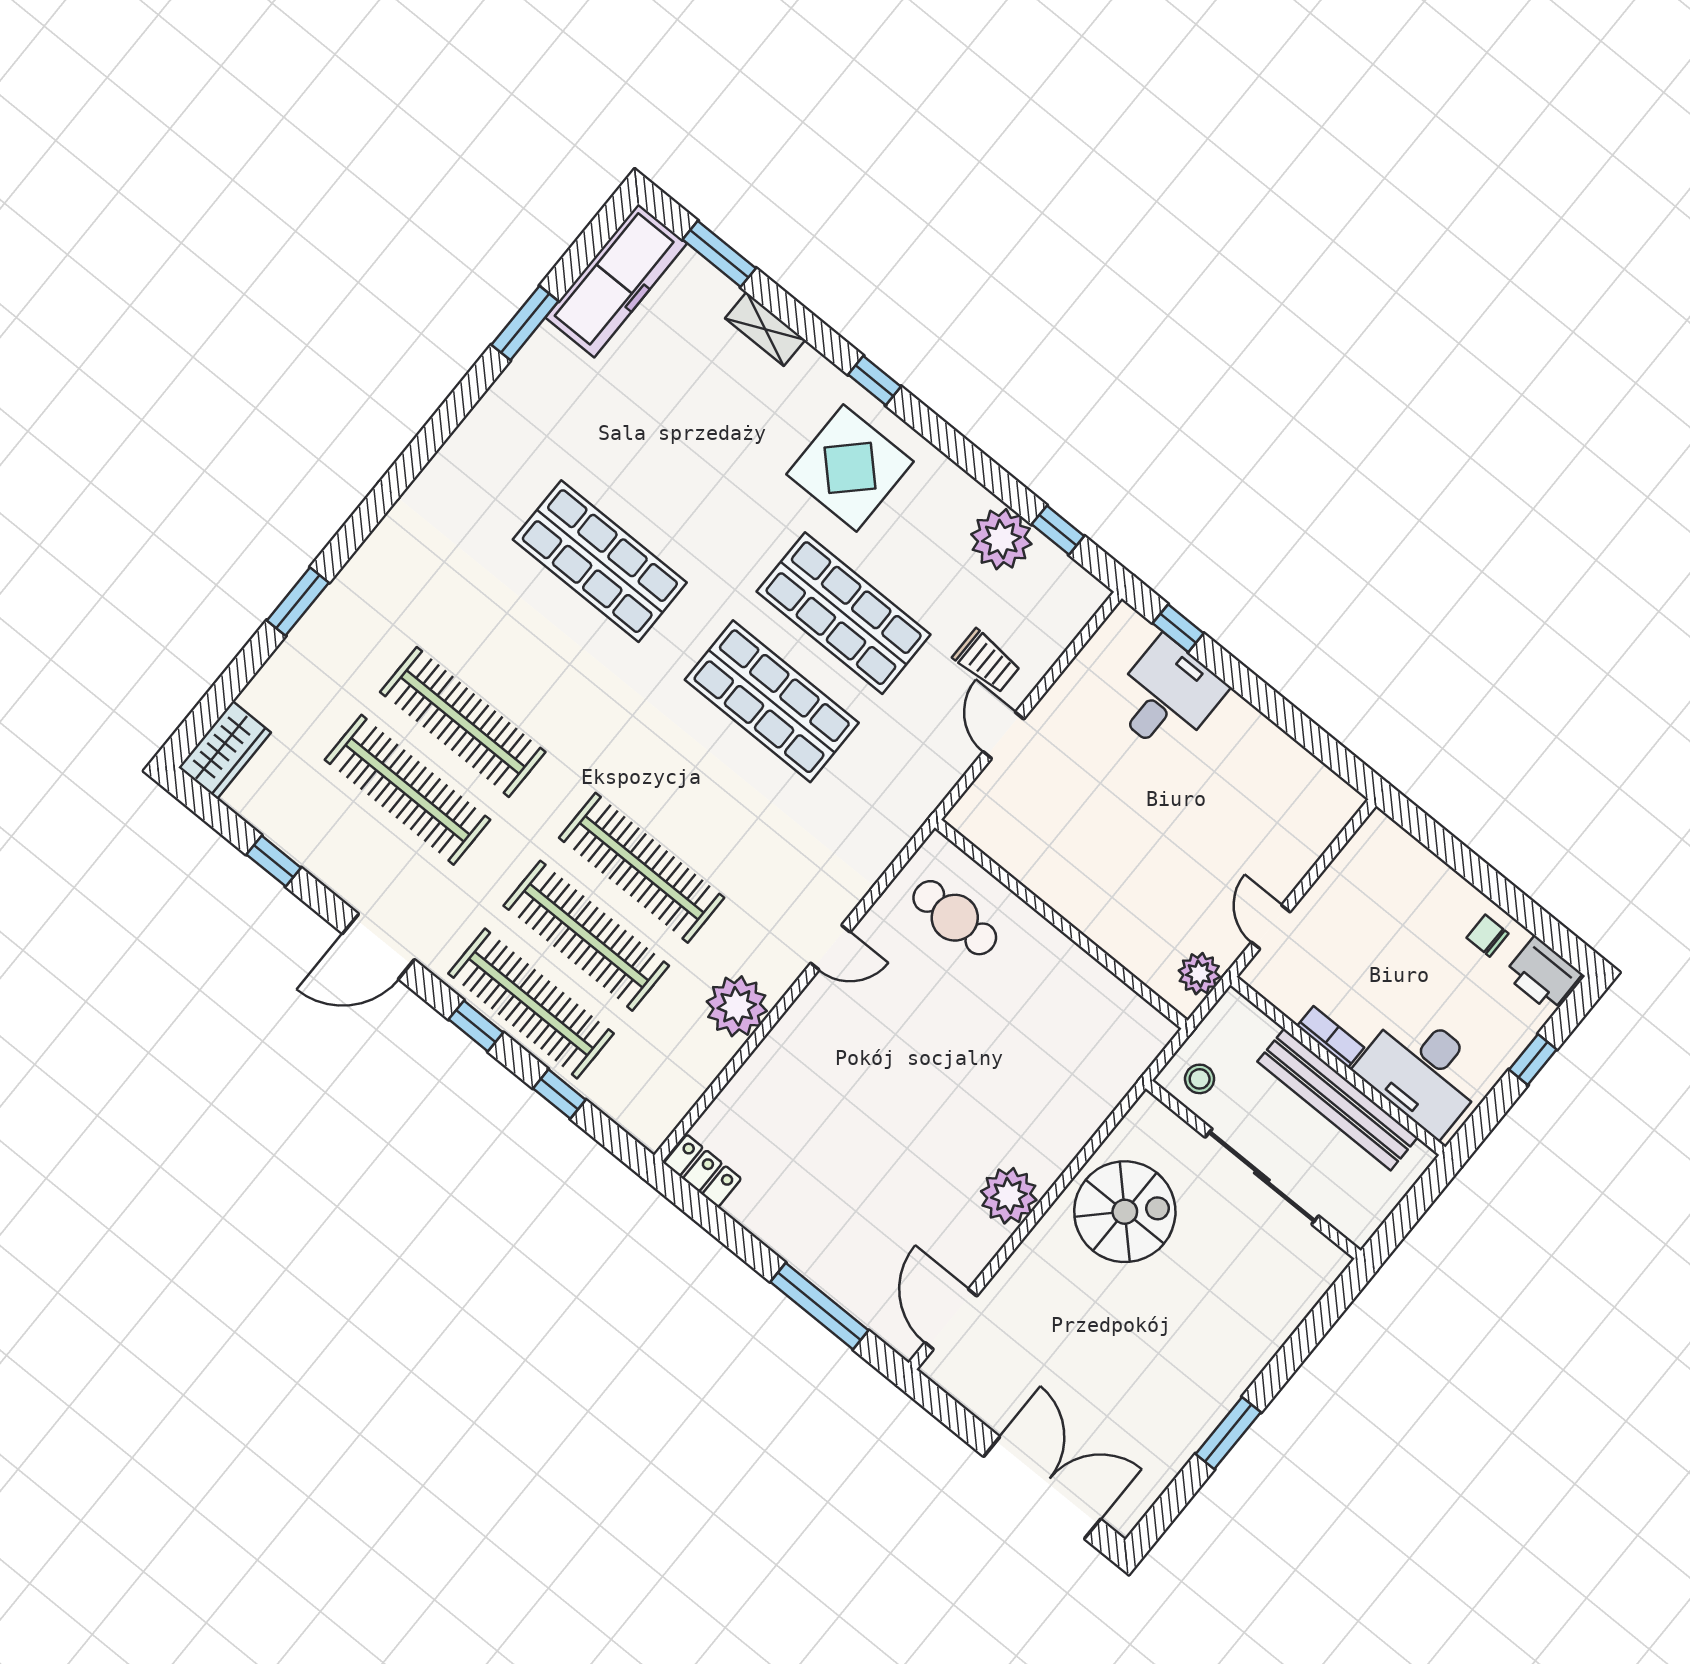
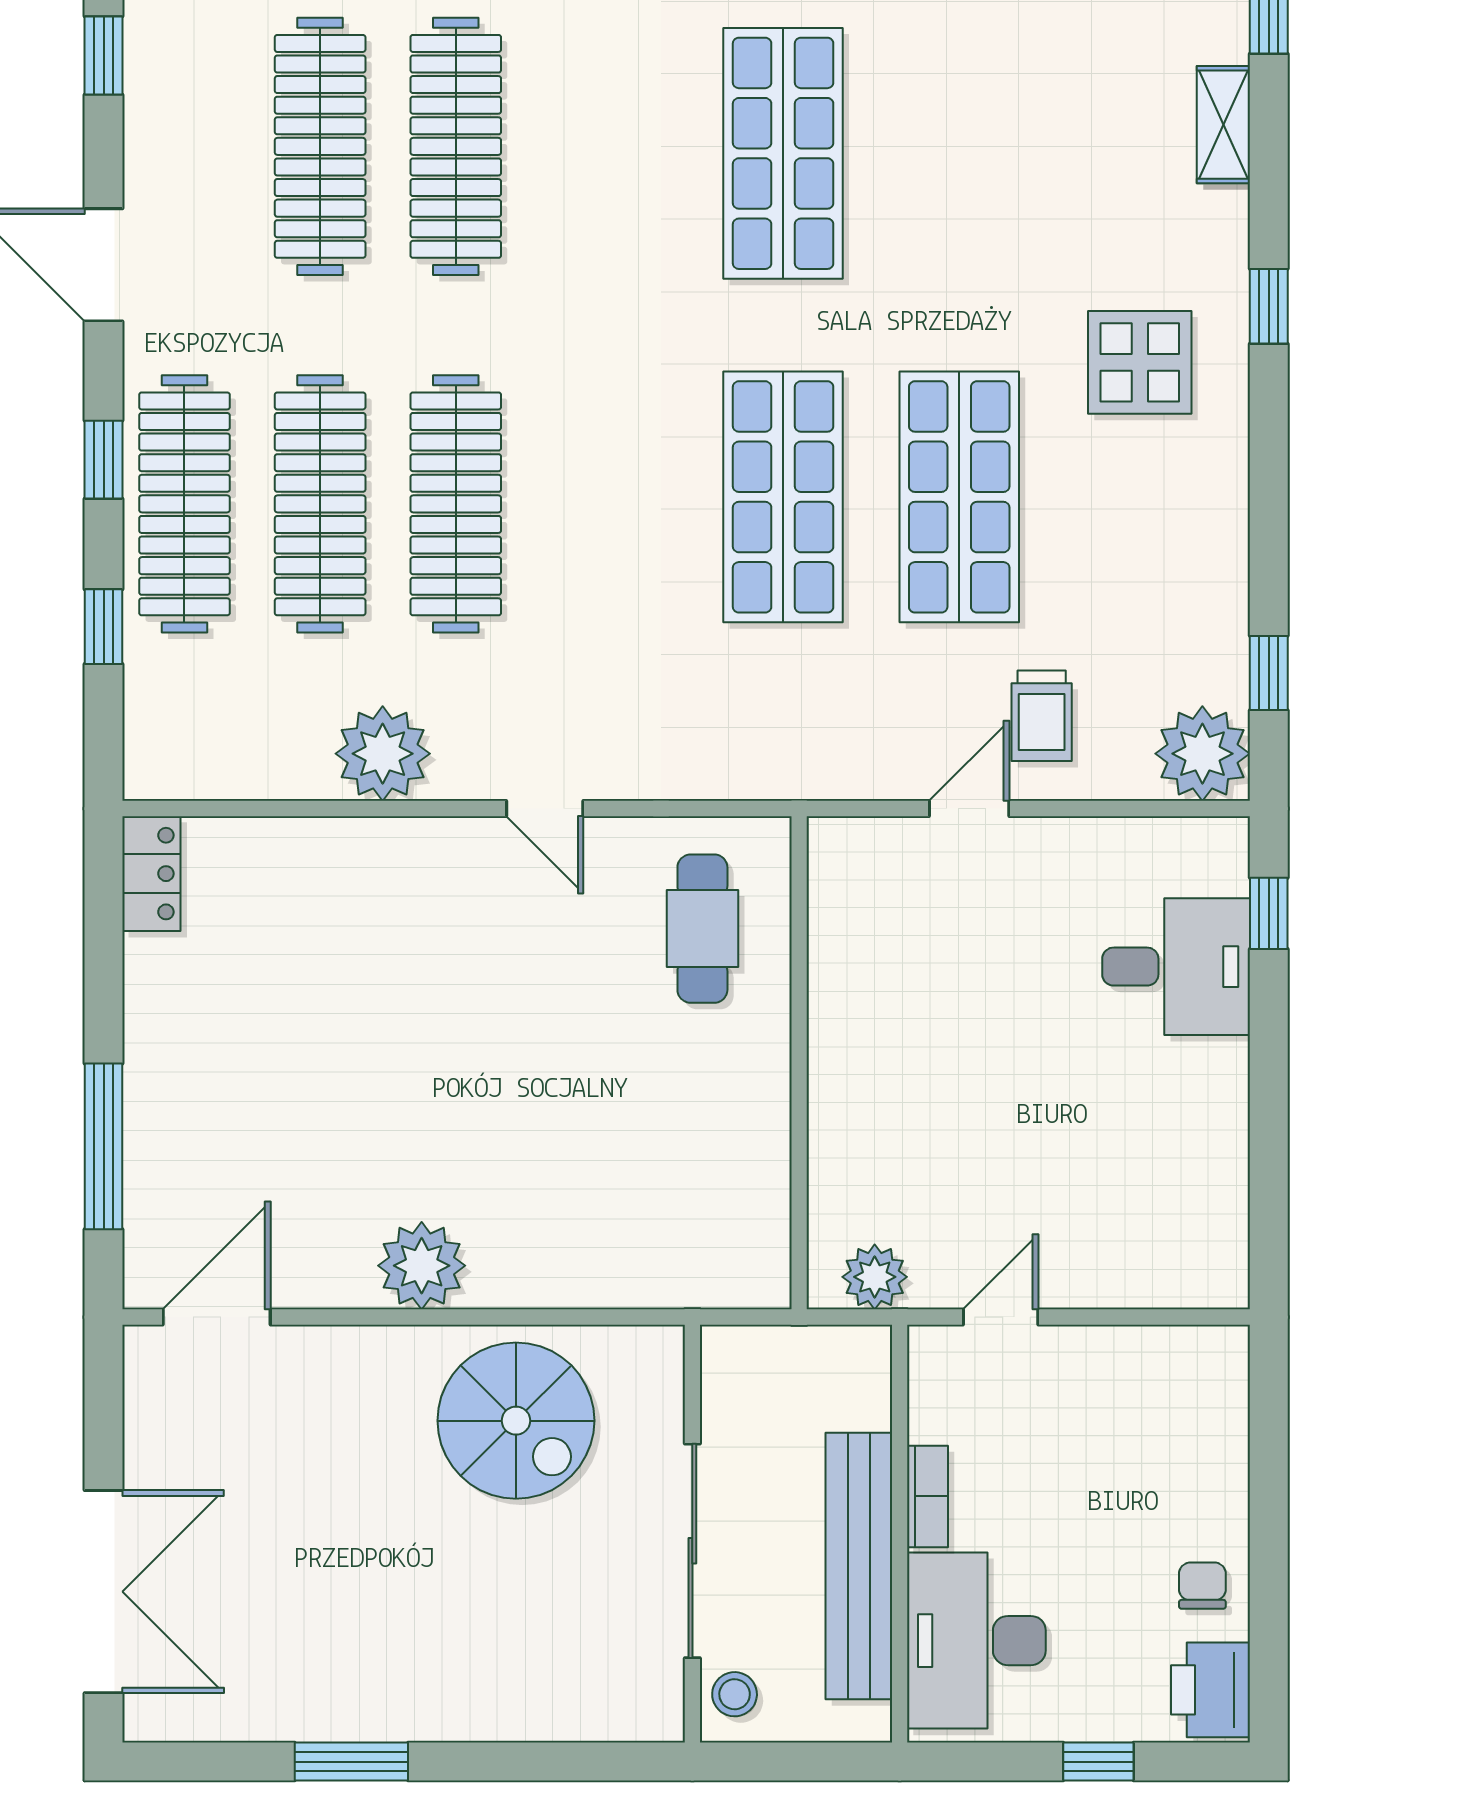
display table: (850, 468) -> (1140, 362), width x0.73, depth x0.73
plant: (1001, 539) -> (1202, 754), moved
stool: (1200, 1079) -> (735, 1694), moved

